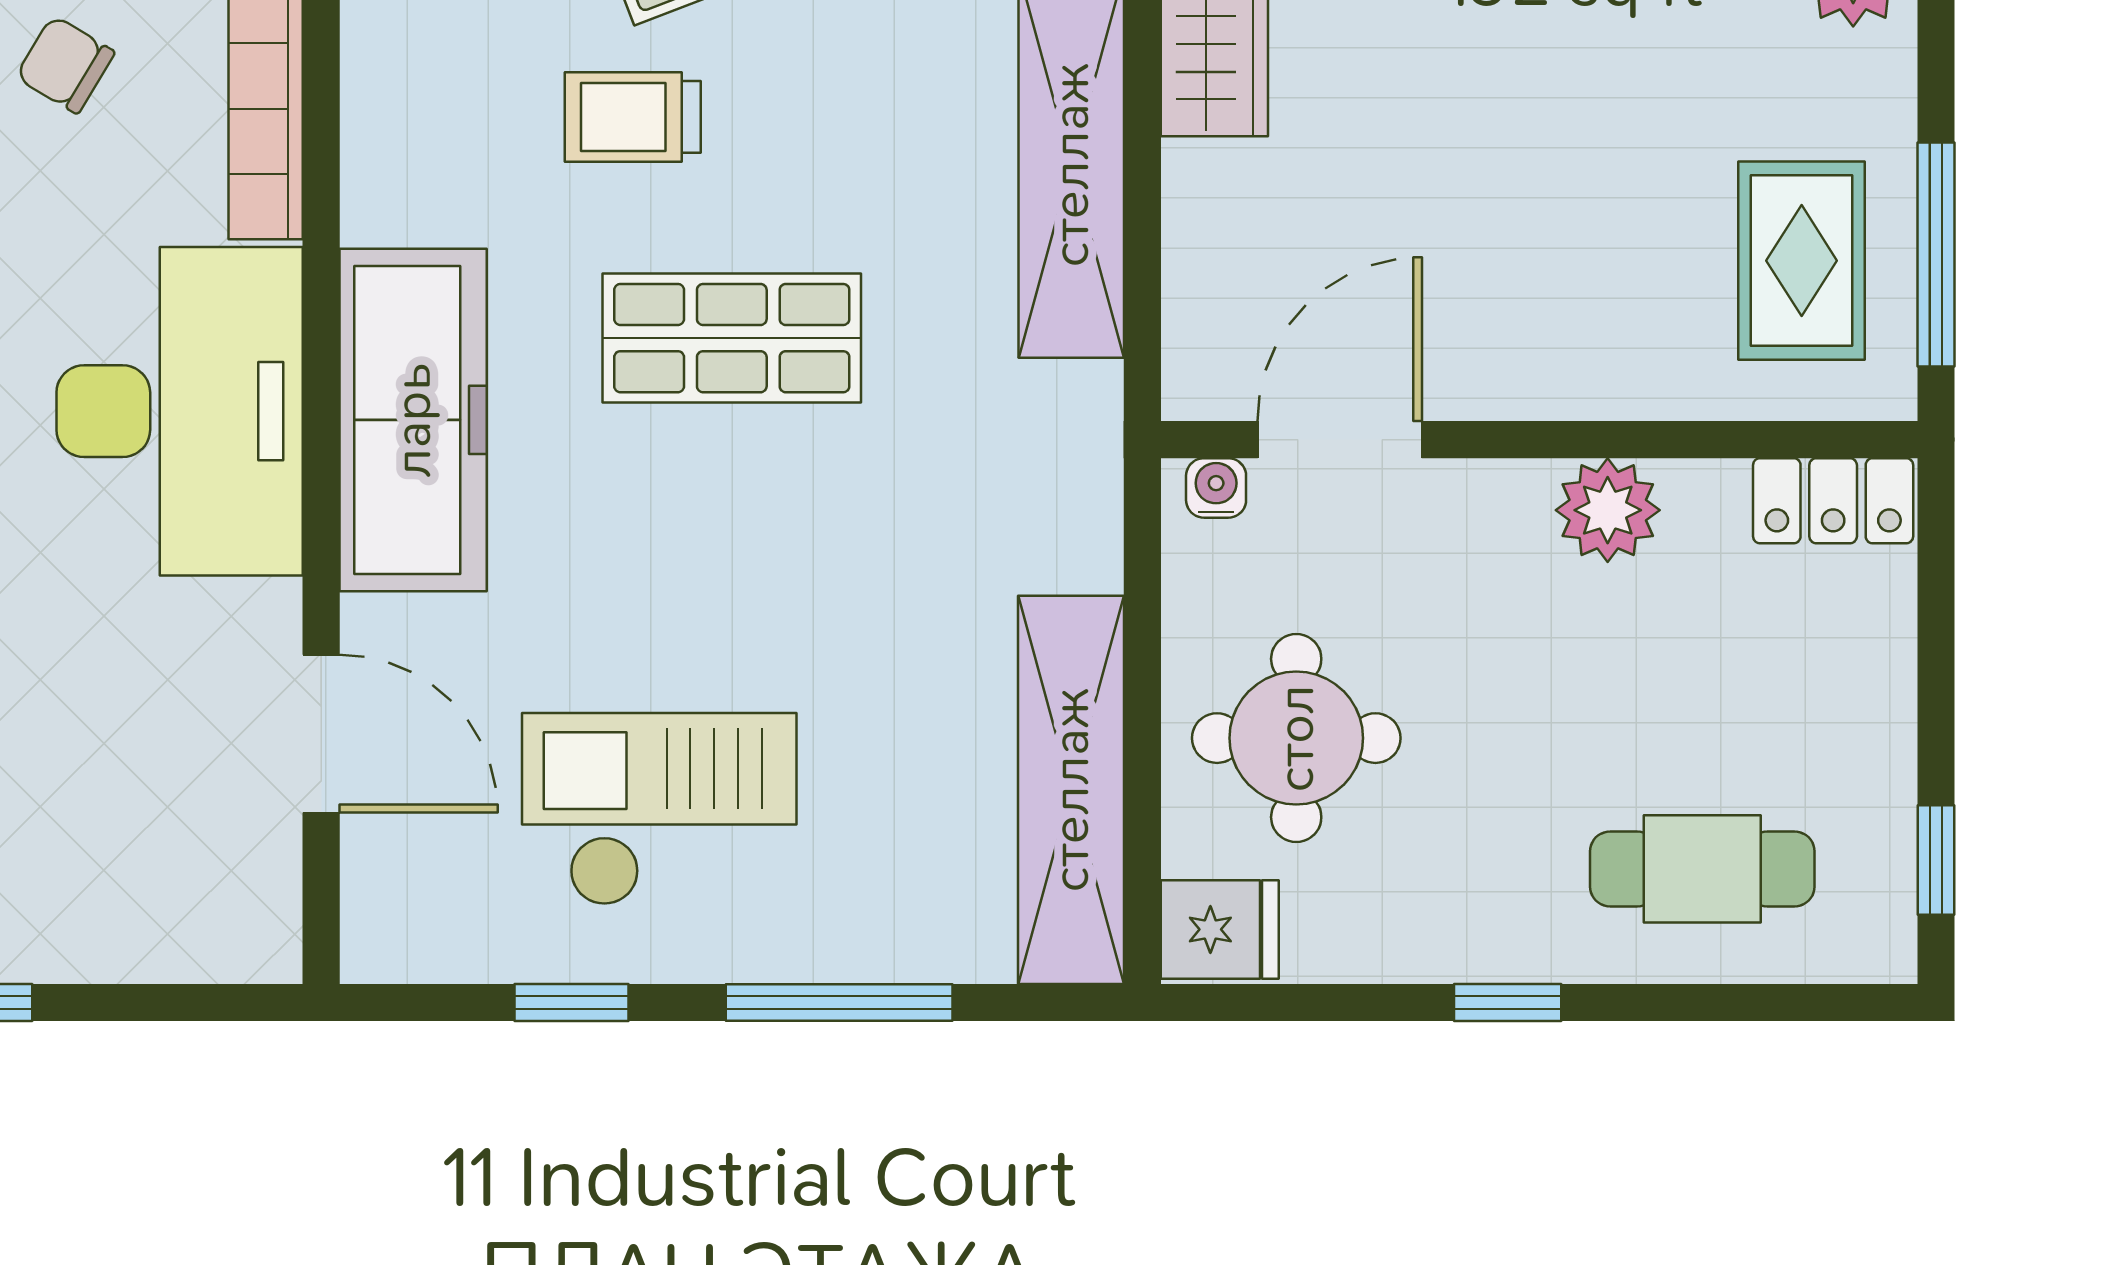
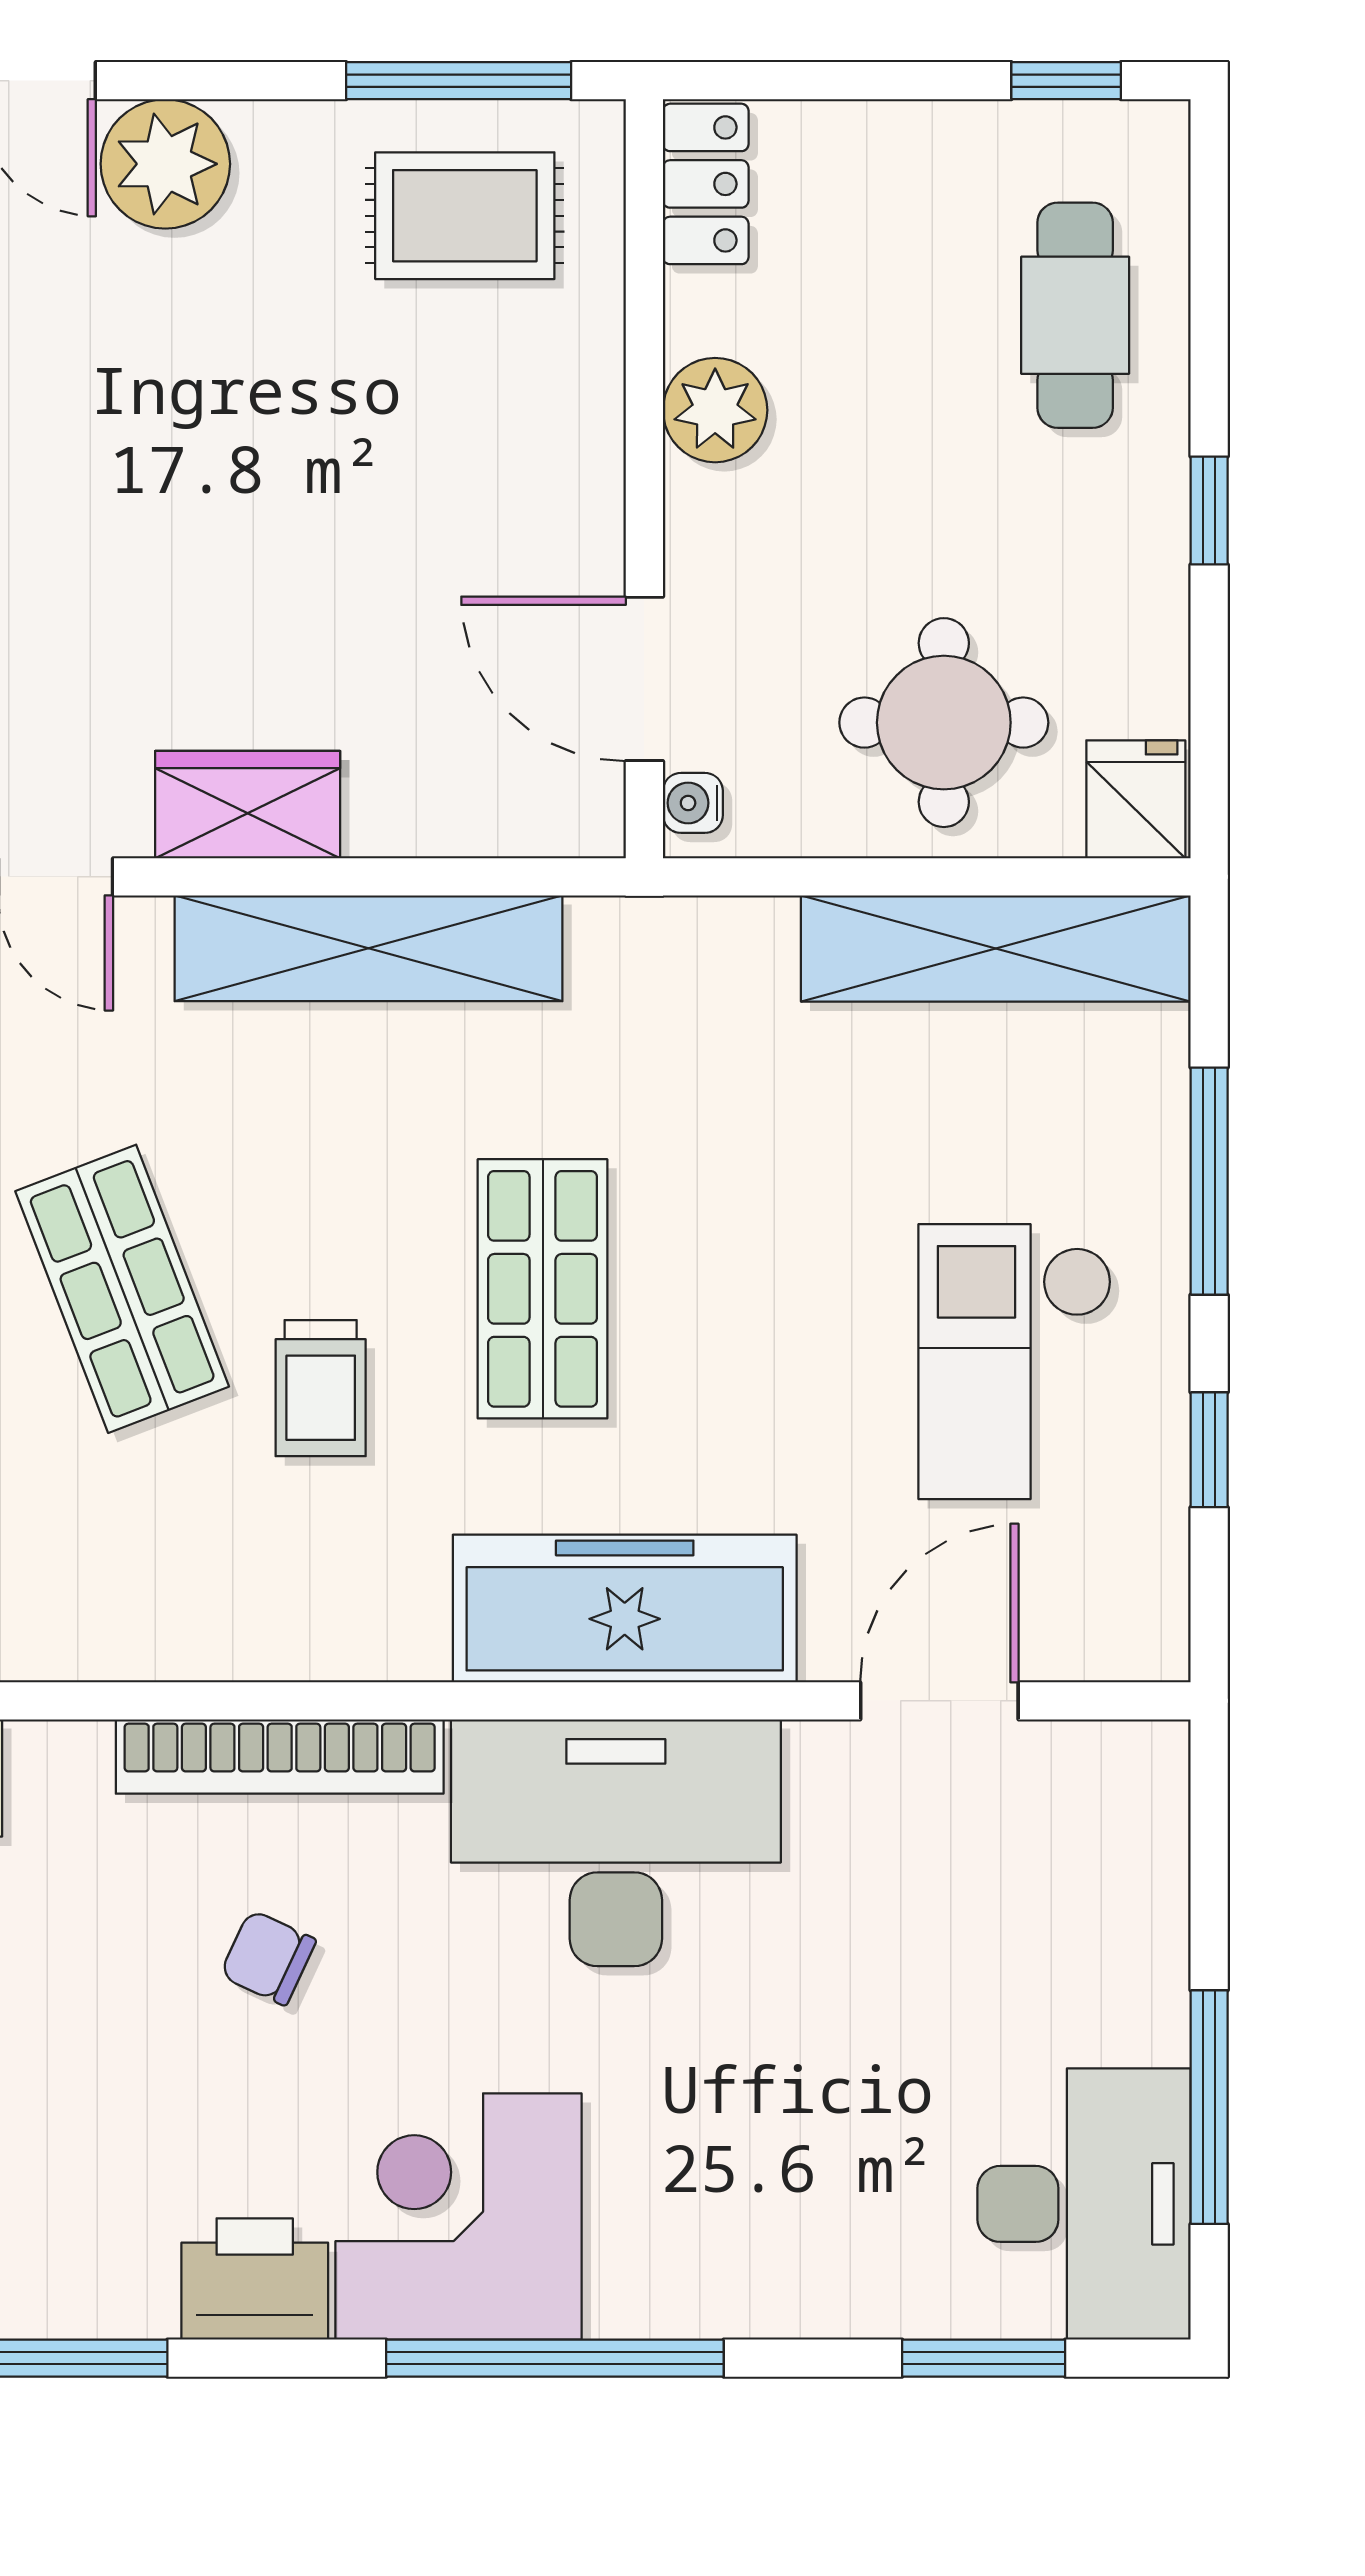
chair: (65, 64) -> (268, 1958), turned 84

